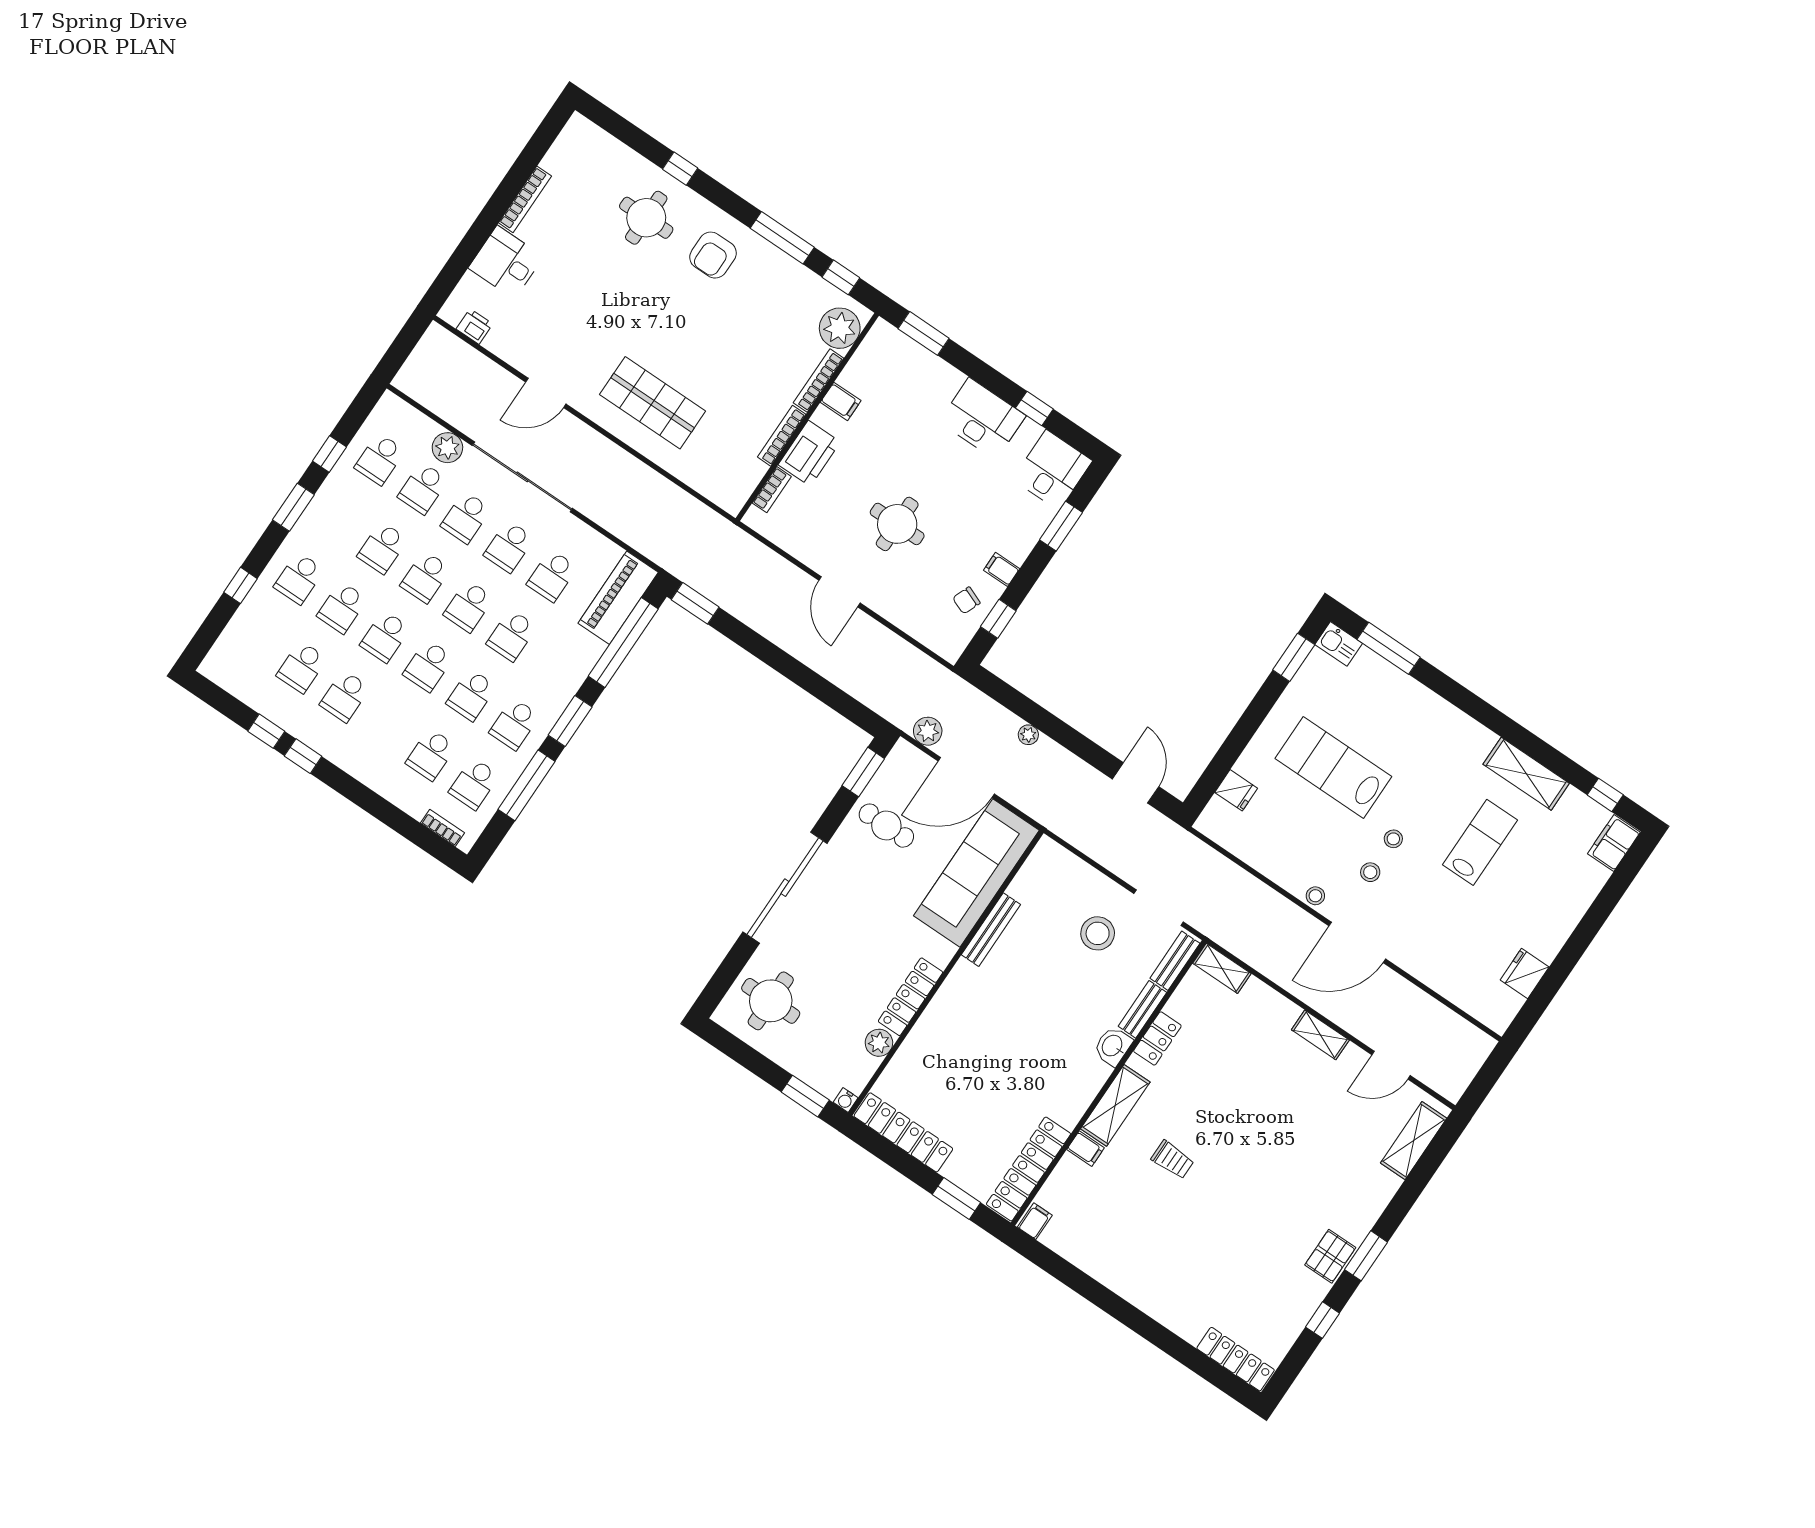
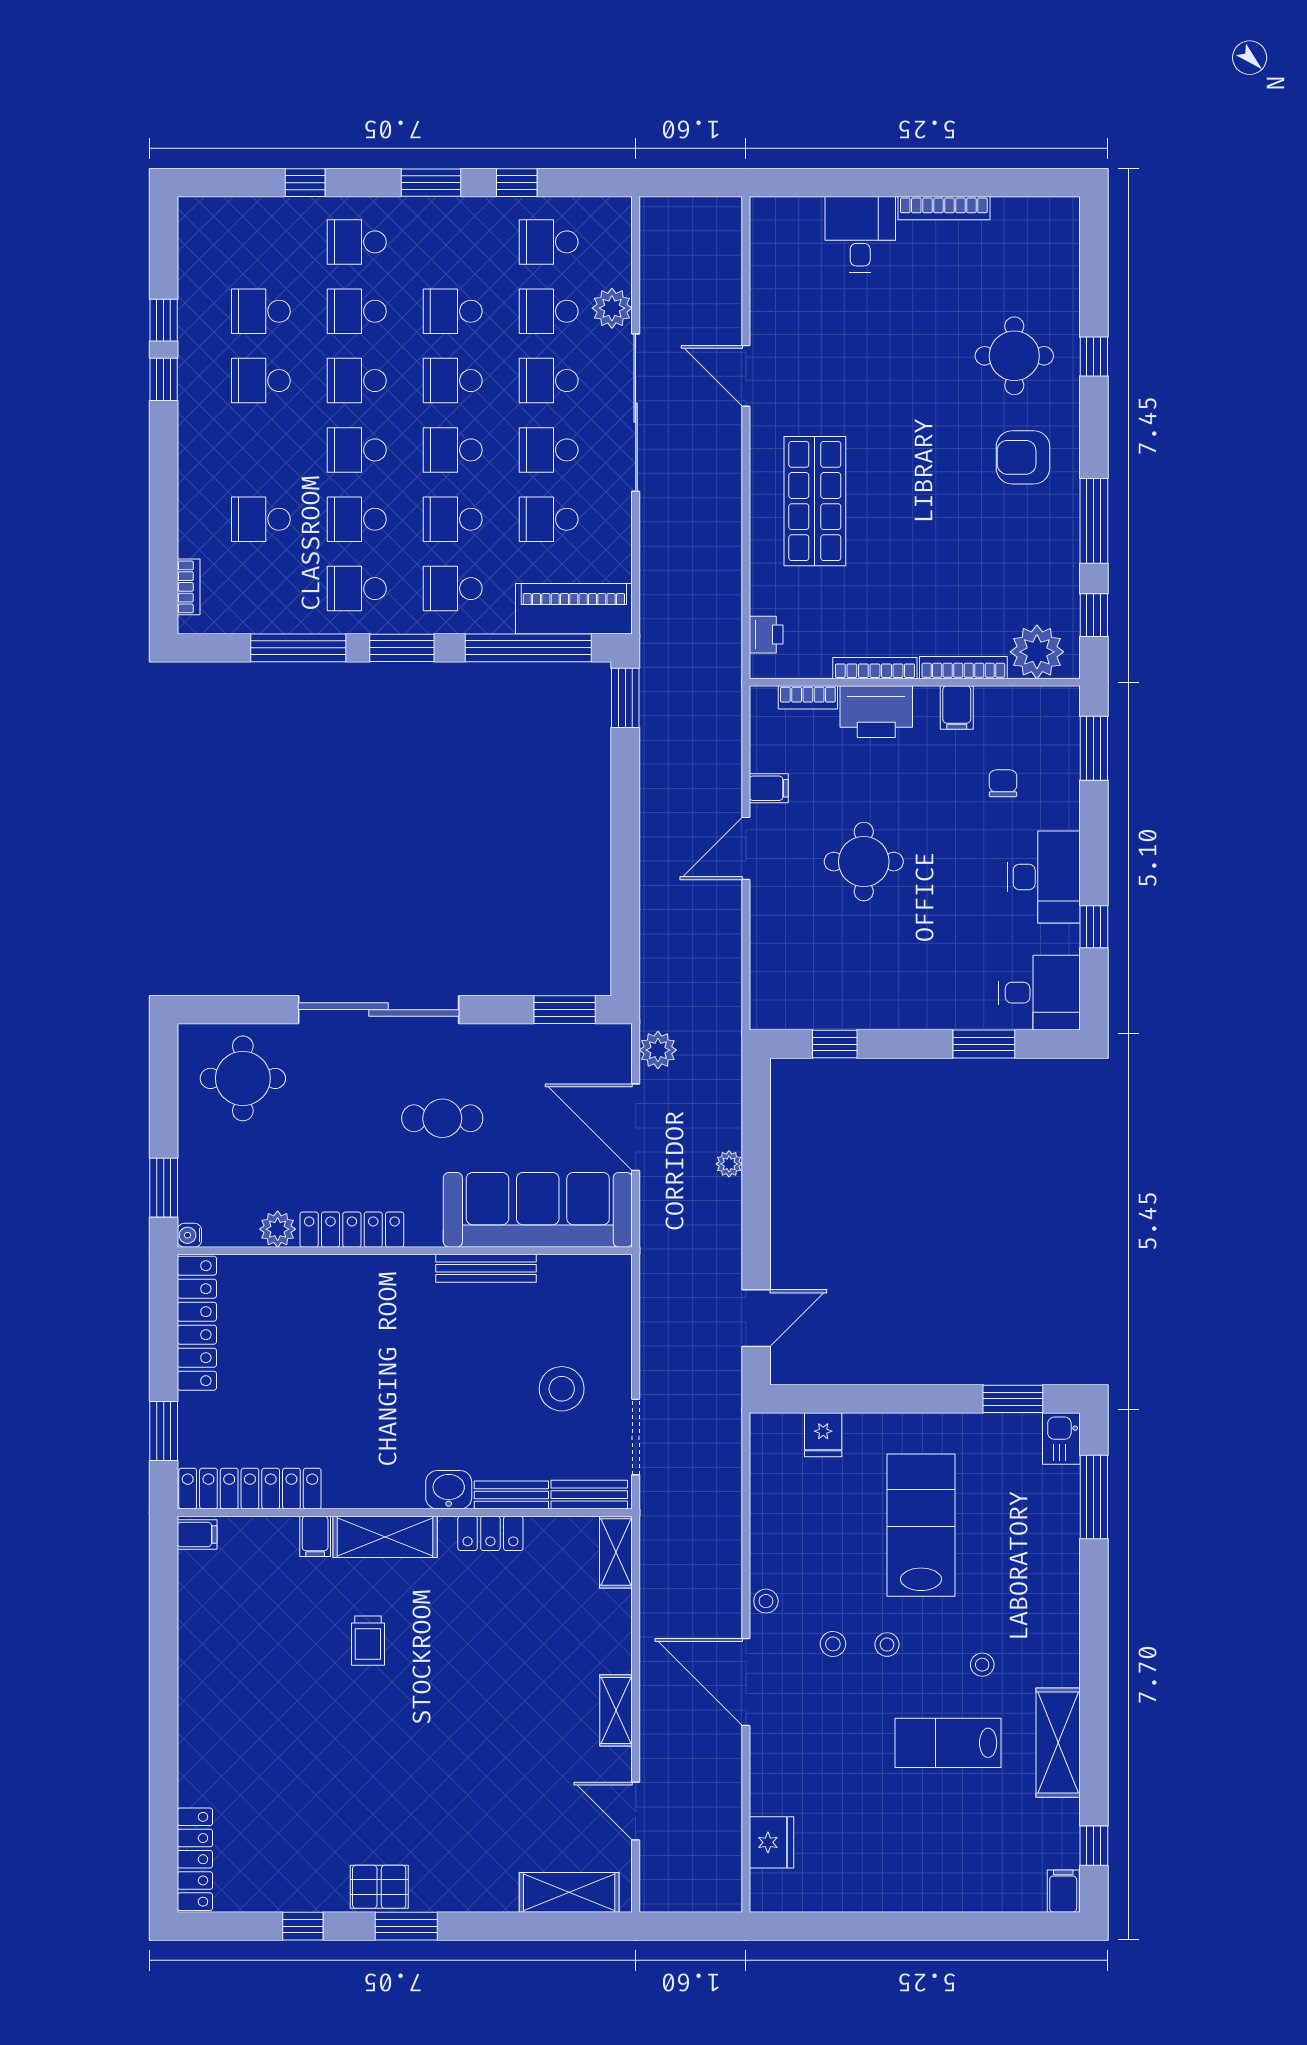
printer: (474, 326) -> (766, 635), moved
filing cabinet: (1002, 569) -> (769, 788), moved, turned 90
chair: (966, 600) -> (1003, 783), moved, turned 68
school desk: (474, 784) -> (453, 589), moved
stool: (1446, 788) -> (982, 1665), added
cafe table: (886, 826) -> (442, 1118), moved, turned 90
lab bench: (1480, 842) -> (948, 1743), turned 180
filing cabinet: (1614, 843) -> (1063, 1891), width x0.50
fridge: (1525, 973) -> (771, 1842), moved, turned 90

